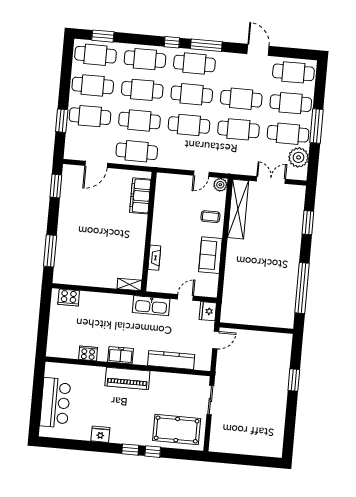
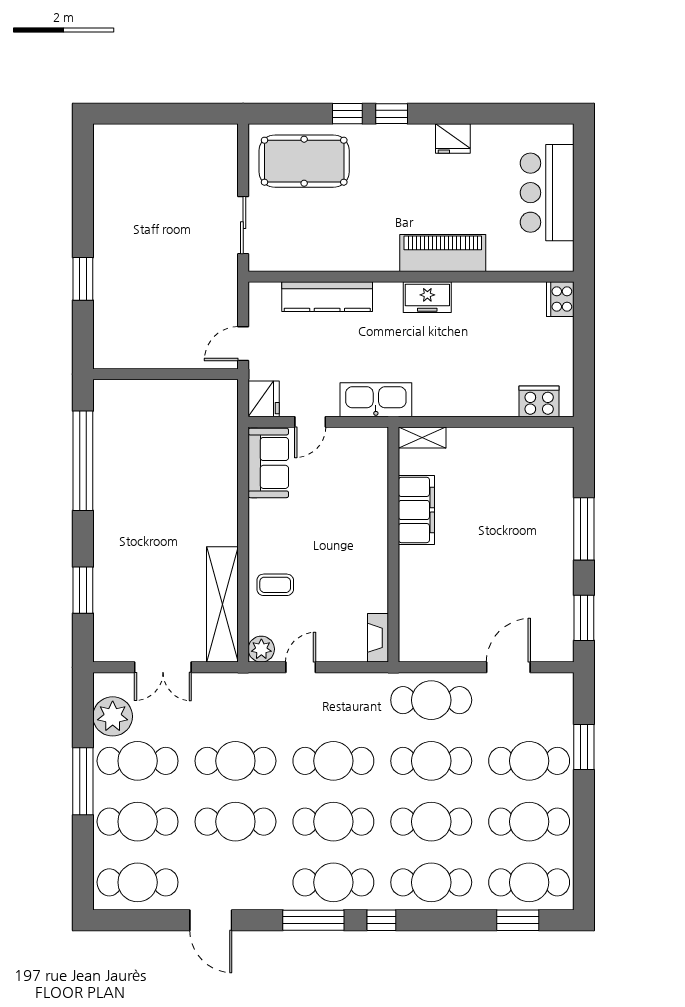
filing cabinet: (140, 196) -> (416, 510), moved
window: (50, 251) -> (584, 529), moved
sofa: (210, 255) -> (268, 463), moved
fireplace: (154, 258) -> (378, 638), moved
cooker: (88, 353) -> (560, 299), moved, turned 90
piano: (127, 378) -> (443, 253), moved

